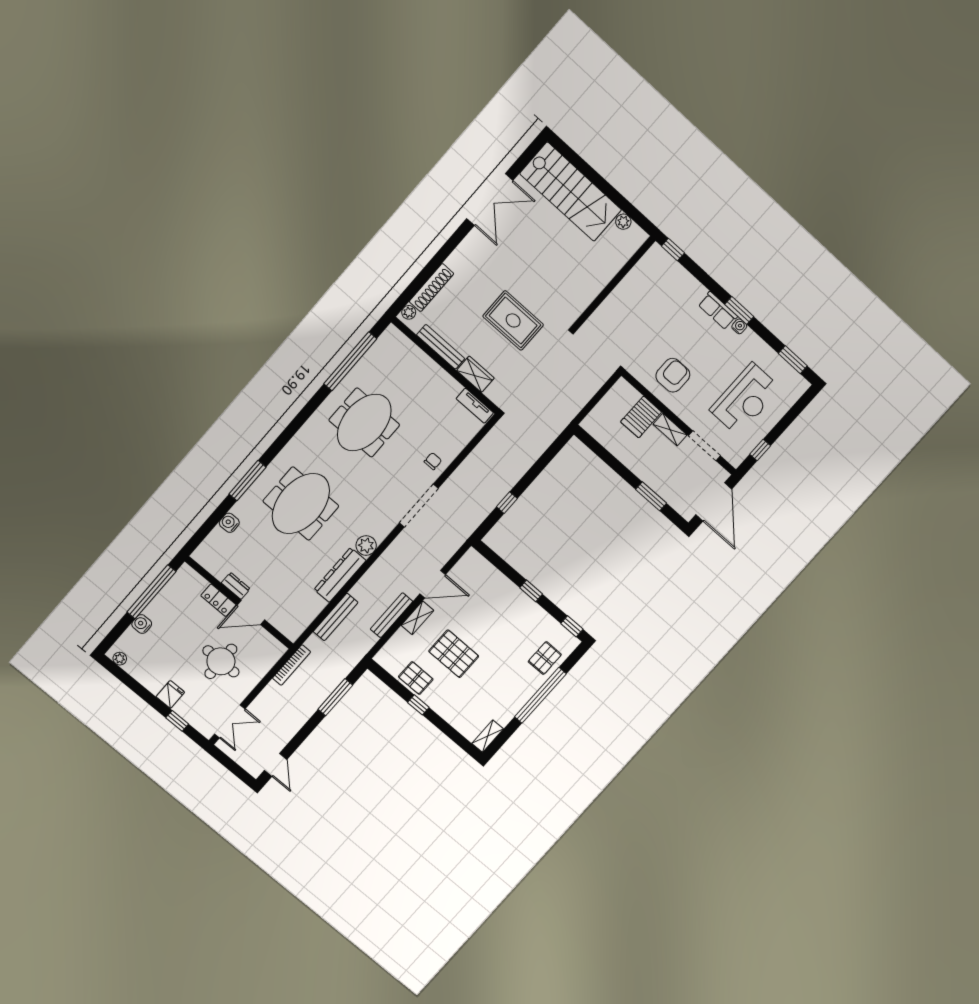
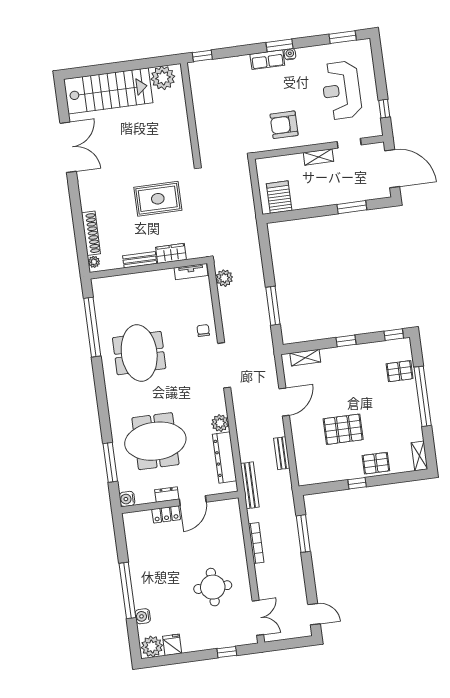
plant: (623, 222) -> (163, 78), width x1.87, depth x1.87
bench: (441, 347) -> (140, 260), width x0.73
armchair: (673, 375) -> (284, 125), turned -90
reception desk: (745, 399) -> (341, 90), turned 180
server rack: (641, 417) -> (279, 197), moved, turned 180
plant: (494, 440) -> (224, 278), added
doorway: (704, 446) -> (349, 143), width x0.73
window: (507, 503) -> (273, 306), width x2.17
meeting table: (301, 504) -> (155, 441), turned 90
dresser: (236, 586) -> (167, 495), moved
locker: (218, 600) -> (166, 514), moved
wall: (239, 603) -> (180, 502), moved
door: (251, 612) -> (193, 501), moved
bench: (392, 615) -> (282, 453), width x0.73
shelving: (417, 618) -> (305, 358), moved, turned 90
pallet: (545, 658) -> (400, 371), turned 90
plant: (120, 659) -> (152, 647), width x1.88, depth x1.88
pallet: (416, 678) -> (376, 463), moved
fridge: (170, 694) -> (172, 645), moved

